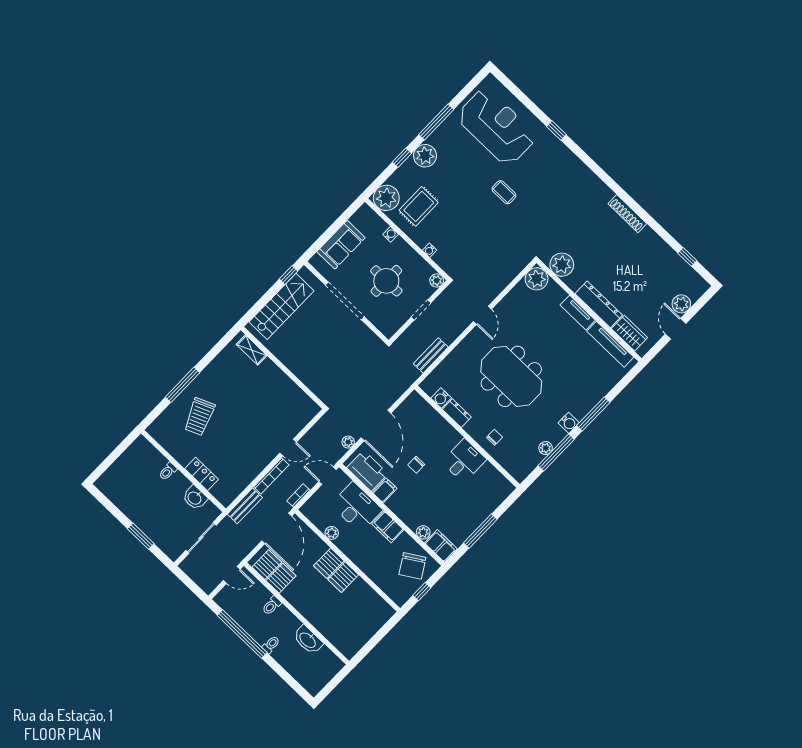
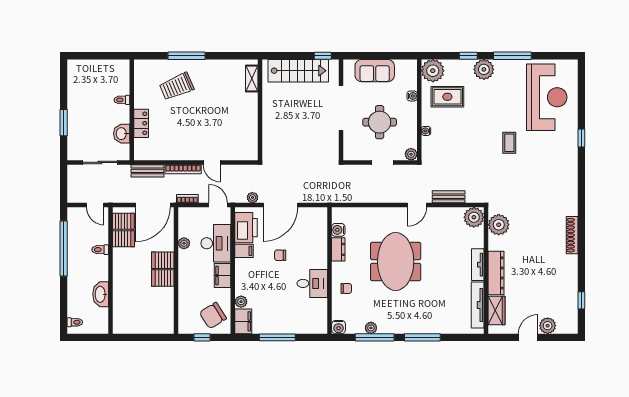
bench: (431, 355) -> (449, 197), moved
water cooler: (569, 423) -> (339, 327), moved
toilet: (271, 645) -> (75, 322), moved

